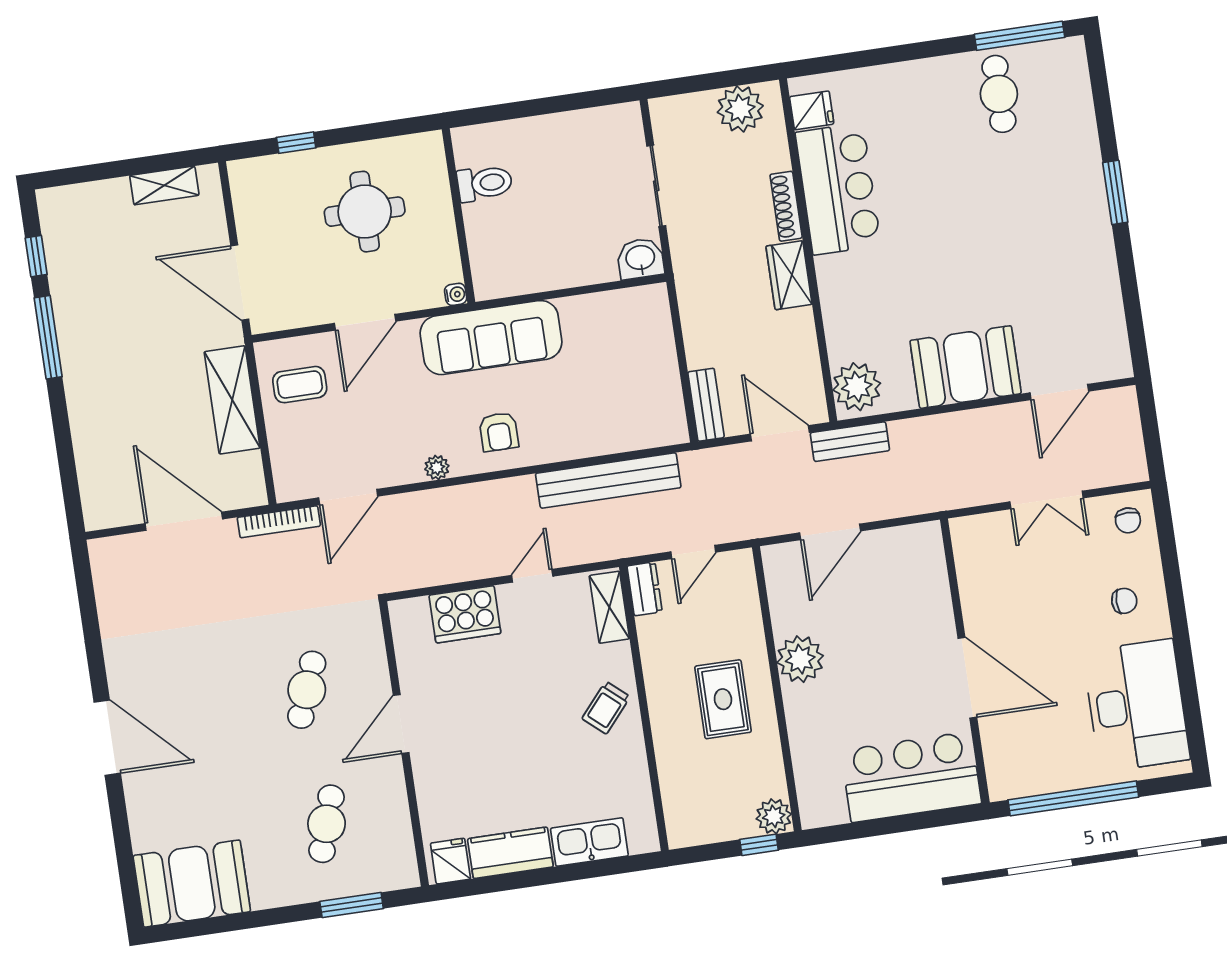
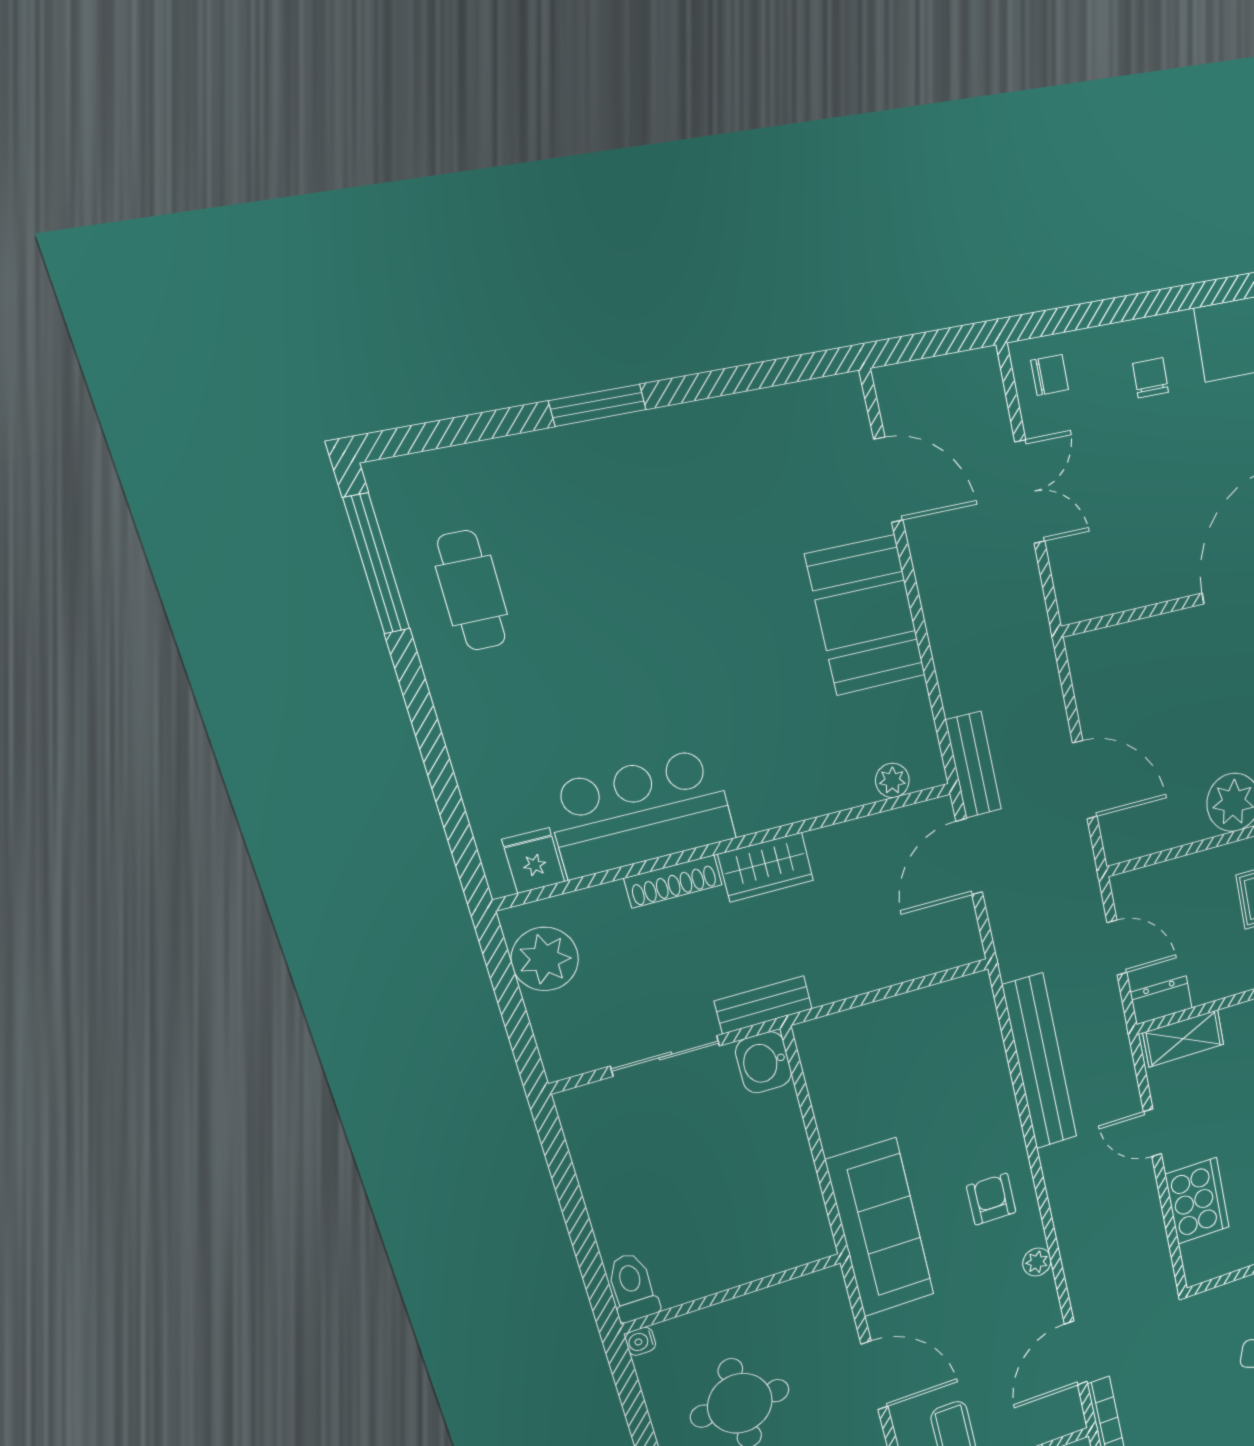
cafe table: (999, 94) -> (472, 590), turned 90
toilet: (485, 183) -> (632, 1287), moved
water cooler: (456, 294) -> (640, 1341), moved, turned -90
plant: (857, 387) -> (892, 780), width x0.53, depth x0.53
bench: (706, 405) -> (763, 1005), moved
armchair: (499, 432) -> (991, 1199), turned -90
door: (348, 497) -> (1076, 1353), swing flipped

